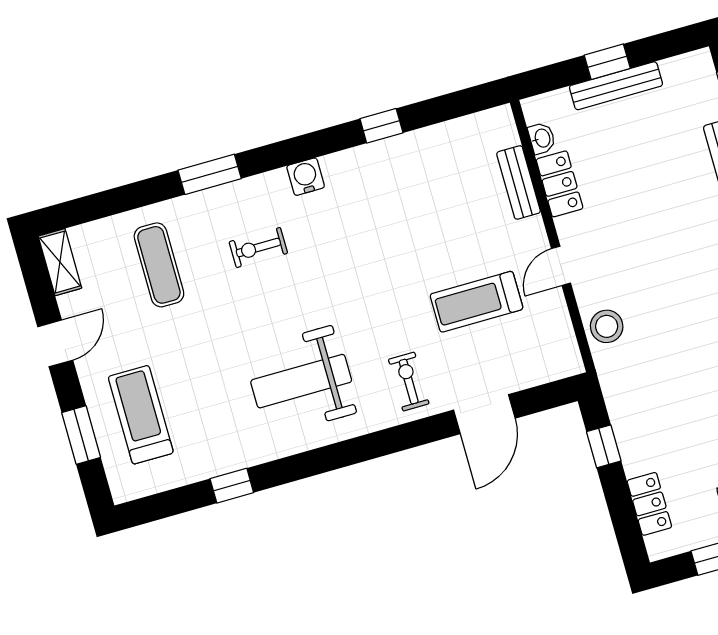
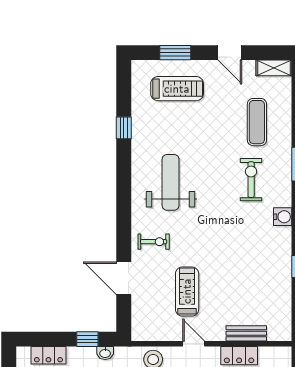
washbasin: (542, 138) -> (105, 353), moved
exercise bike: (258, 247) -> (251, 180), width x1.38, depth x1.39
exercise mat: (159, 265) -> (257, 122), turned 90

